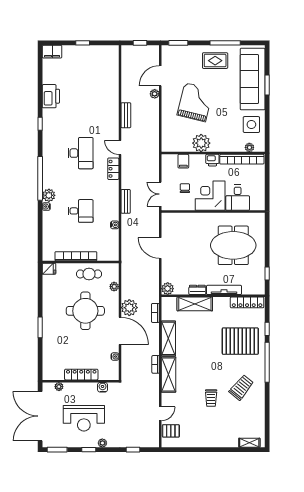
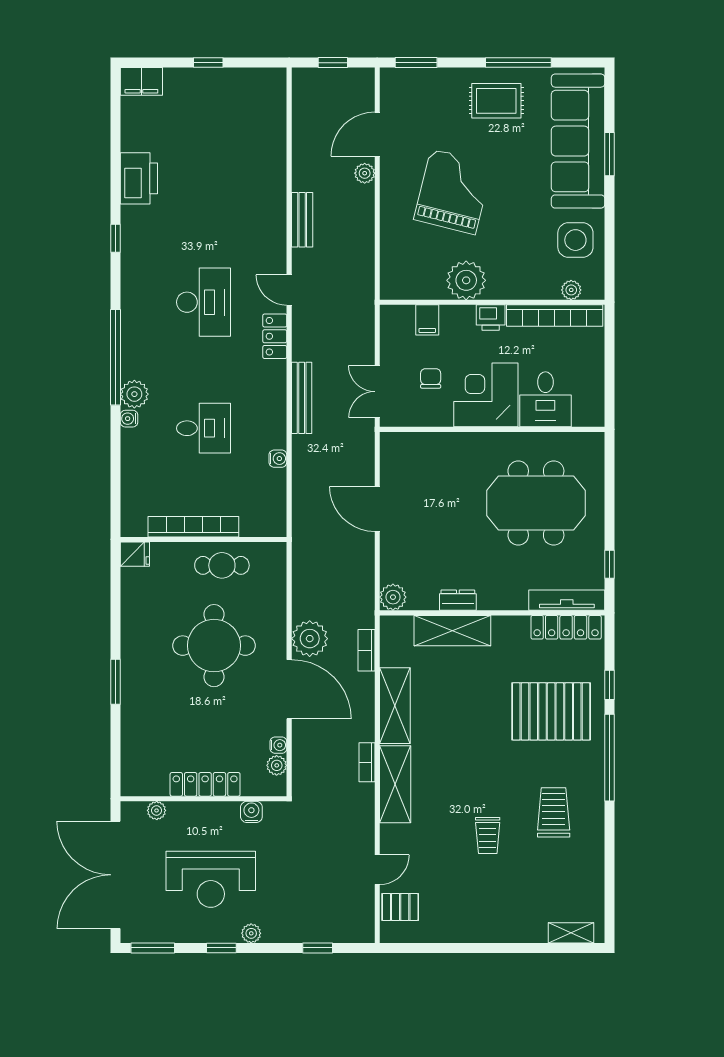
bench: (126, 201) -> (302, 398), width x1.36
plant: (114, 287) -> (277, 765), moved
tv unit: (224, 290) -> (567, 600), moved
trolley: (241, 387) -> (554, 812), turned -39

